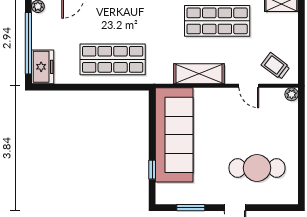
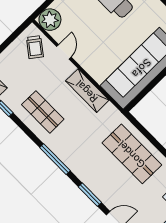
shop shelf: (217, 21) -> (43, 112), width x0.70, depth x0.74
plant: (292, 94) -> (50, 20), width x1.87, depth x1.87

